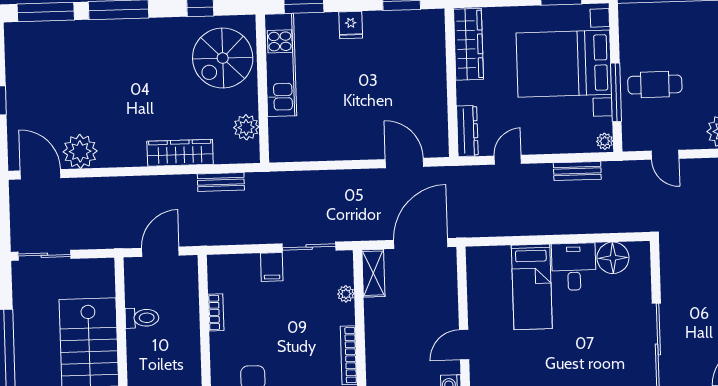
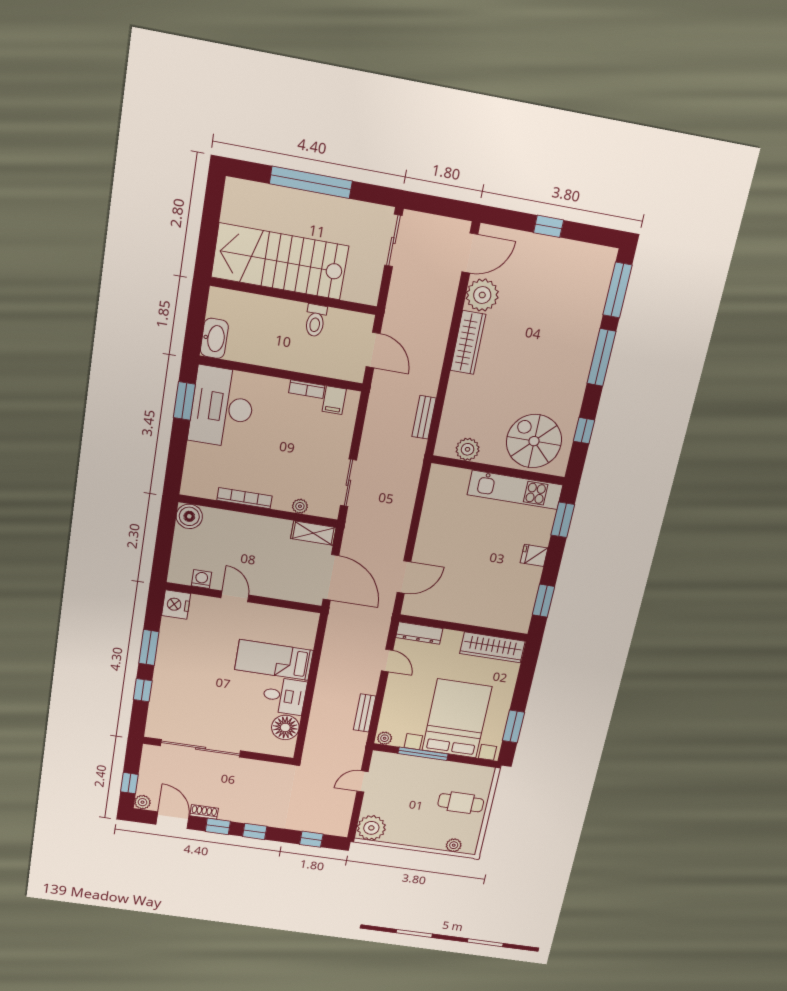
cafe table: (655, 85) -> (461, 803), moved, turned 90
wardrobe: (180, 153) -> (468, 342), moved
filing cabinet: (272, 267) -> (334, 400), moved, turned -90

